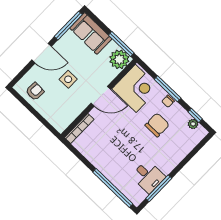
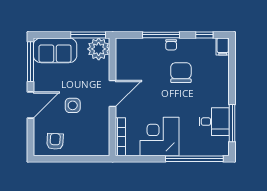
corner desk: (136, 88) -> (160, 137), moved, turned -90
plant: (193, 124) -> (209, 44), removed
filing cabinet: (200, 134) -> (223, 46), added

